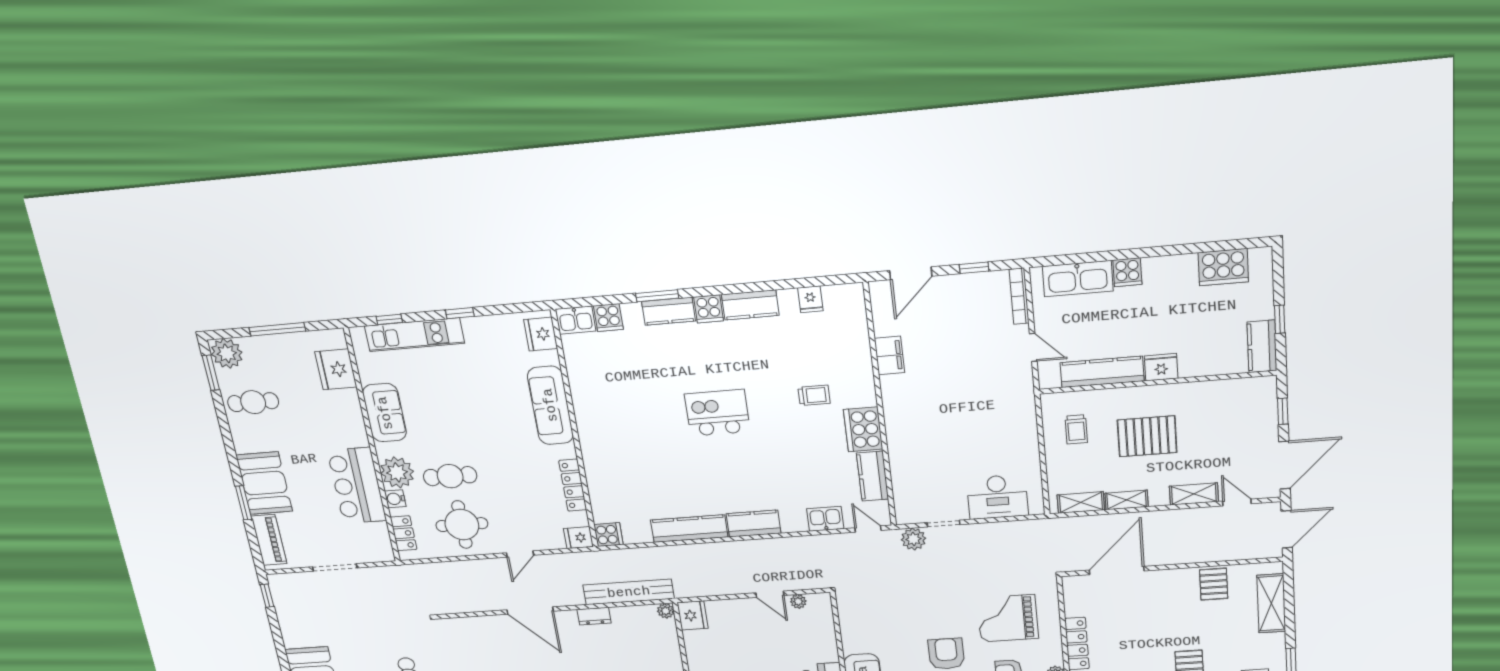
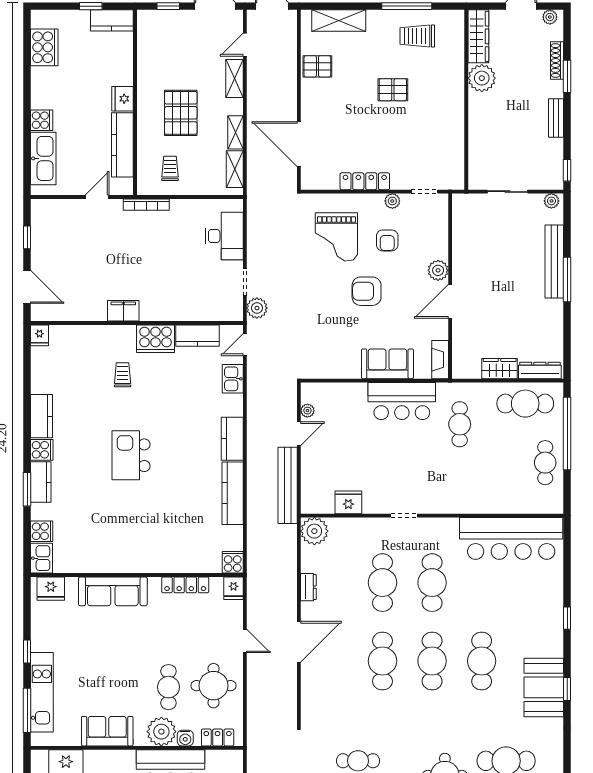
bookcase: (1019, 296) -> (146, 205), moved
fridge: (810, 299) -> (39, 335), moved, turned 90
window: (389, 319) -> (27, 710), width x2.17
filing cabinet: (889, 355) -> (123, 311), moved
trolley: (1076, 429) -> (170, 168), turned -90
bench: (629, 592) -> (288, 485), moved
plant: (666, 611) -> (314, 531), width x1.87, depth x1.87
fridge: (693, 615) -> (348, 502), moved

